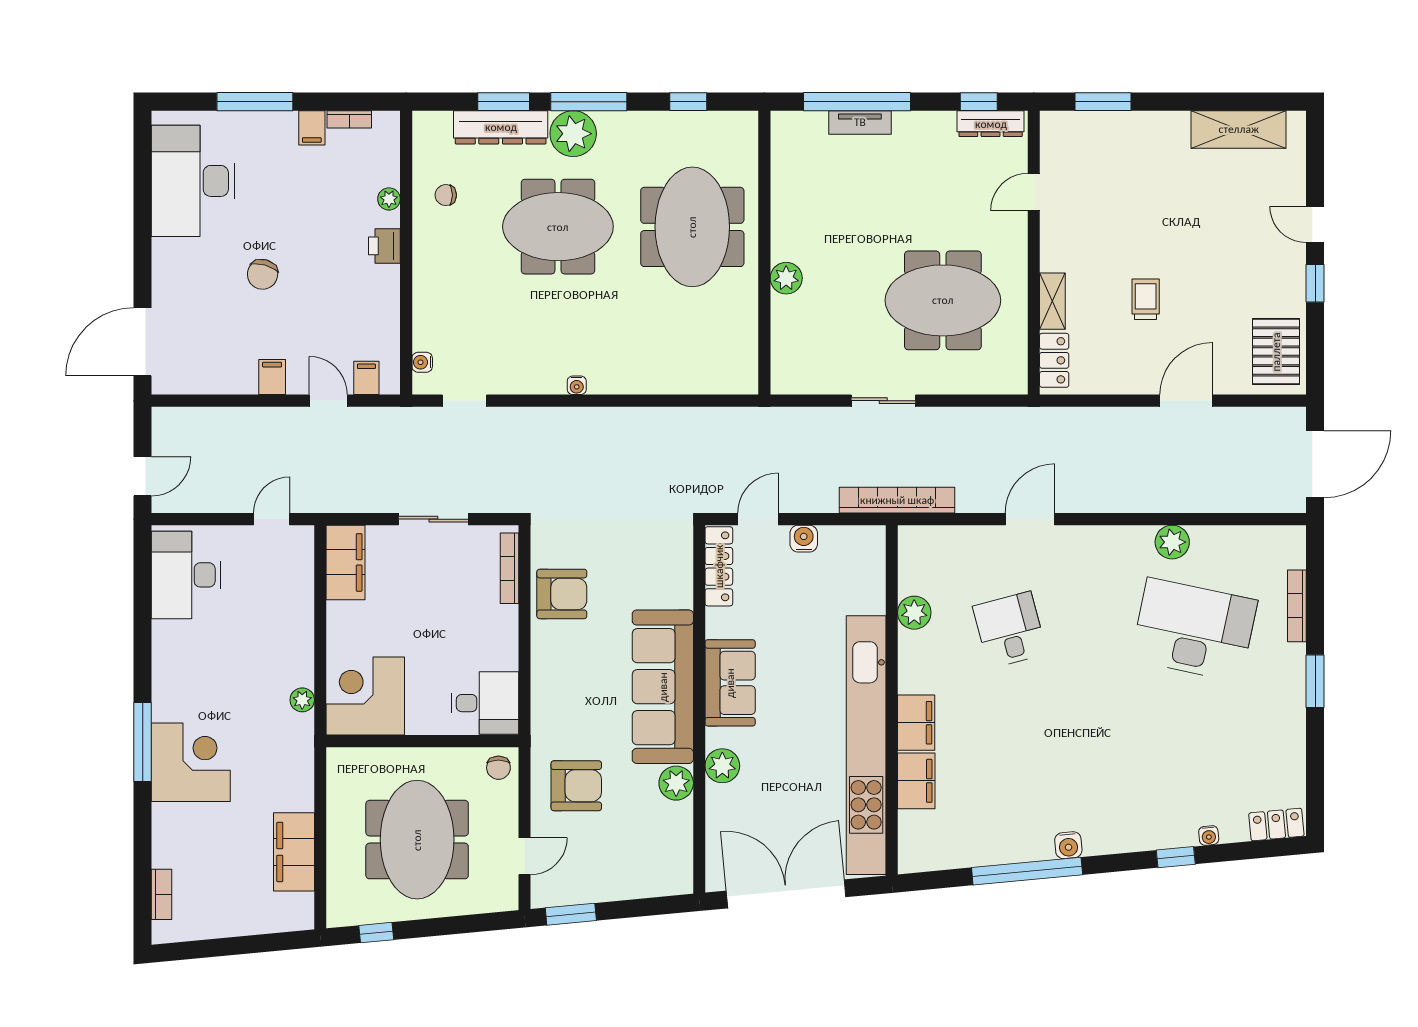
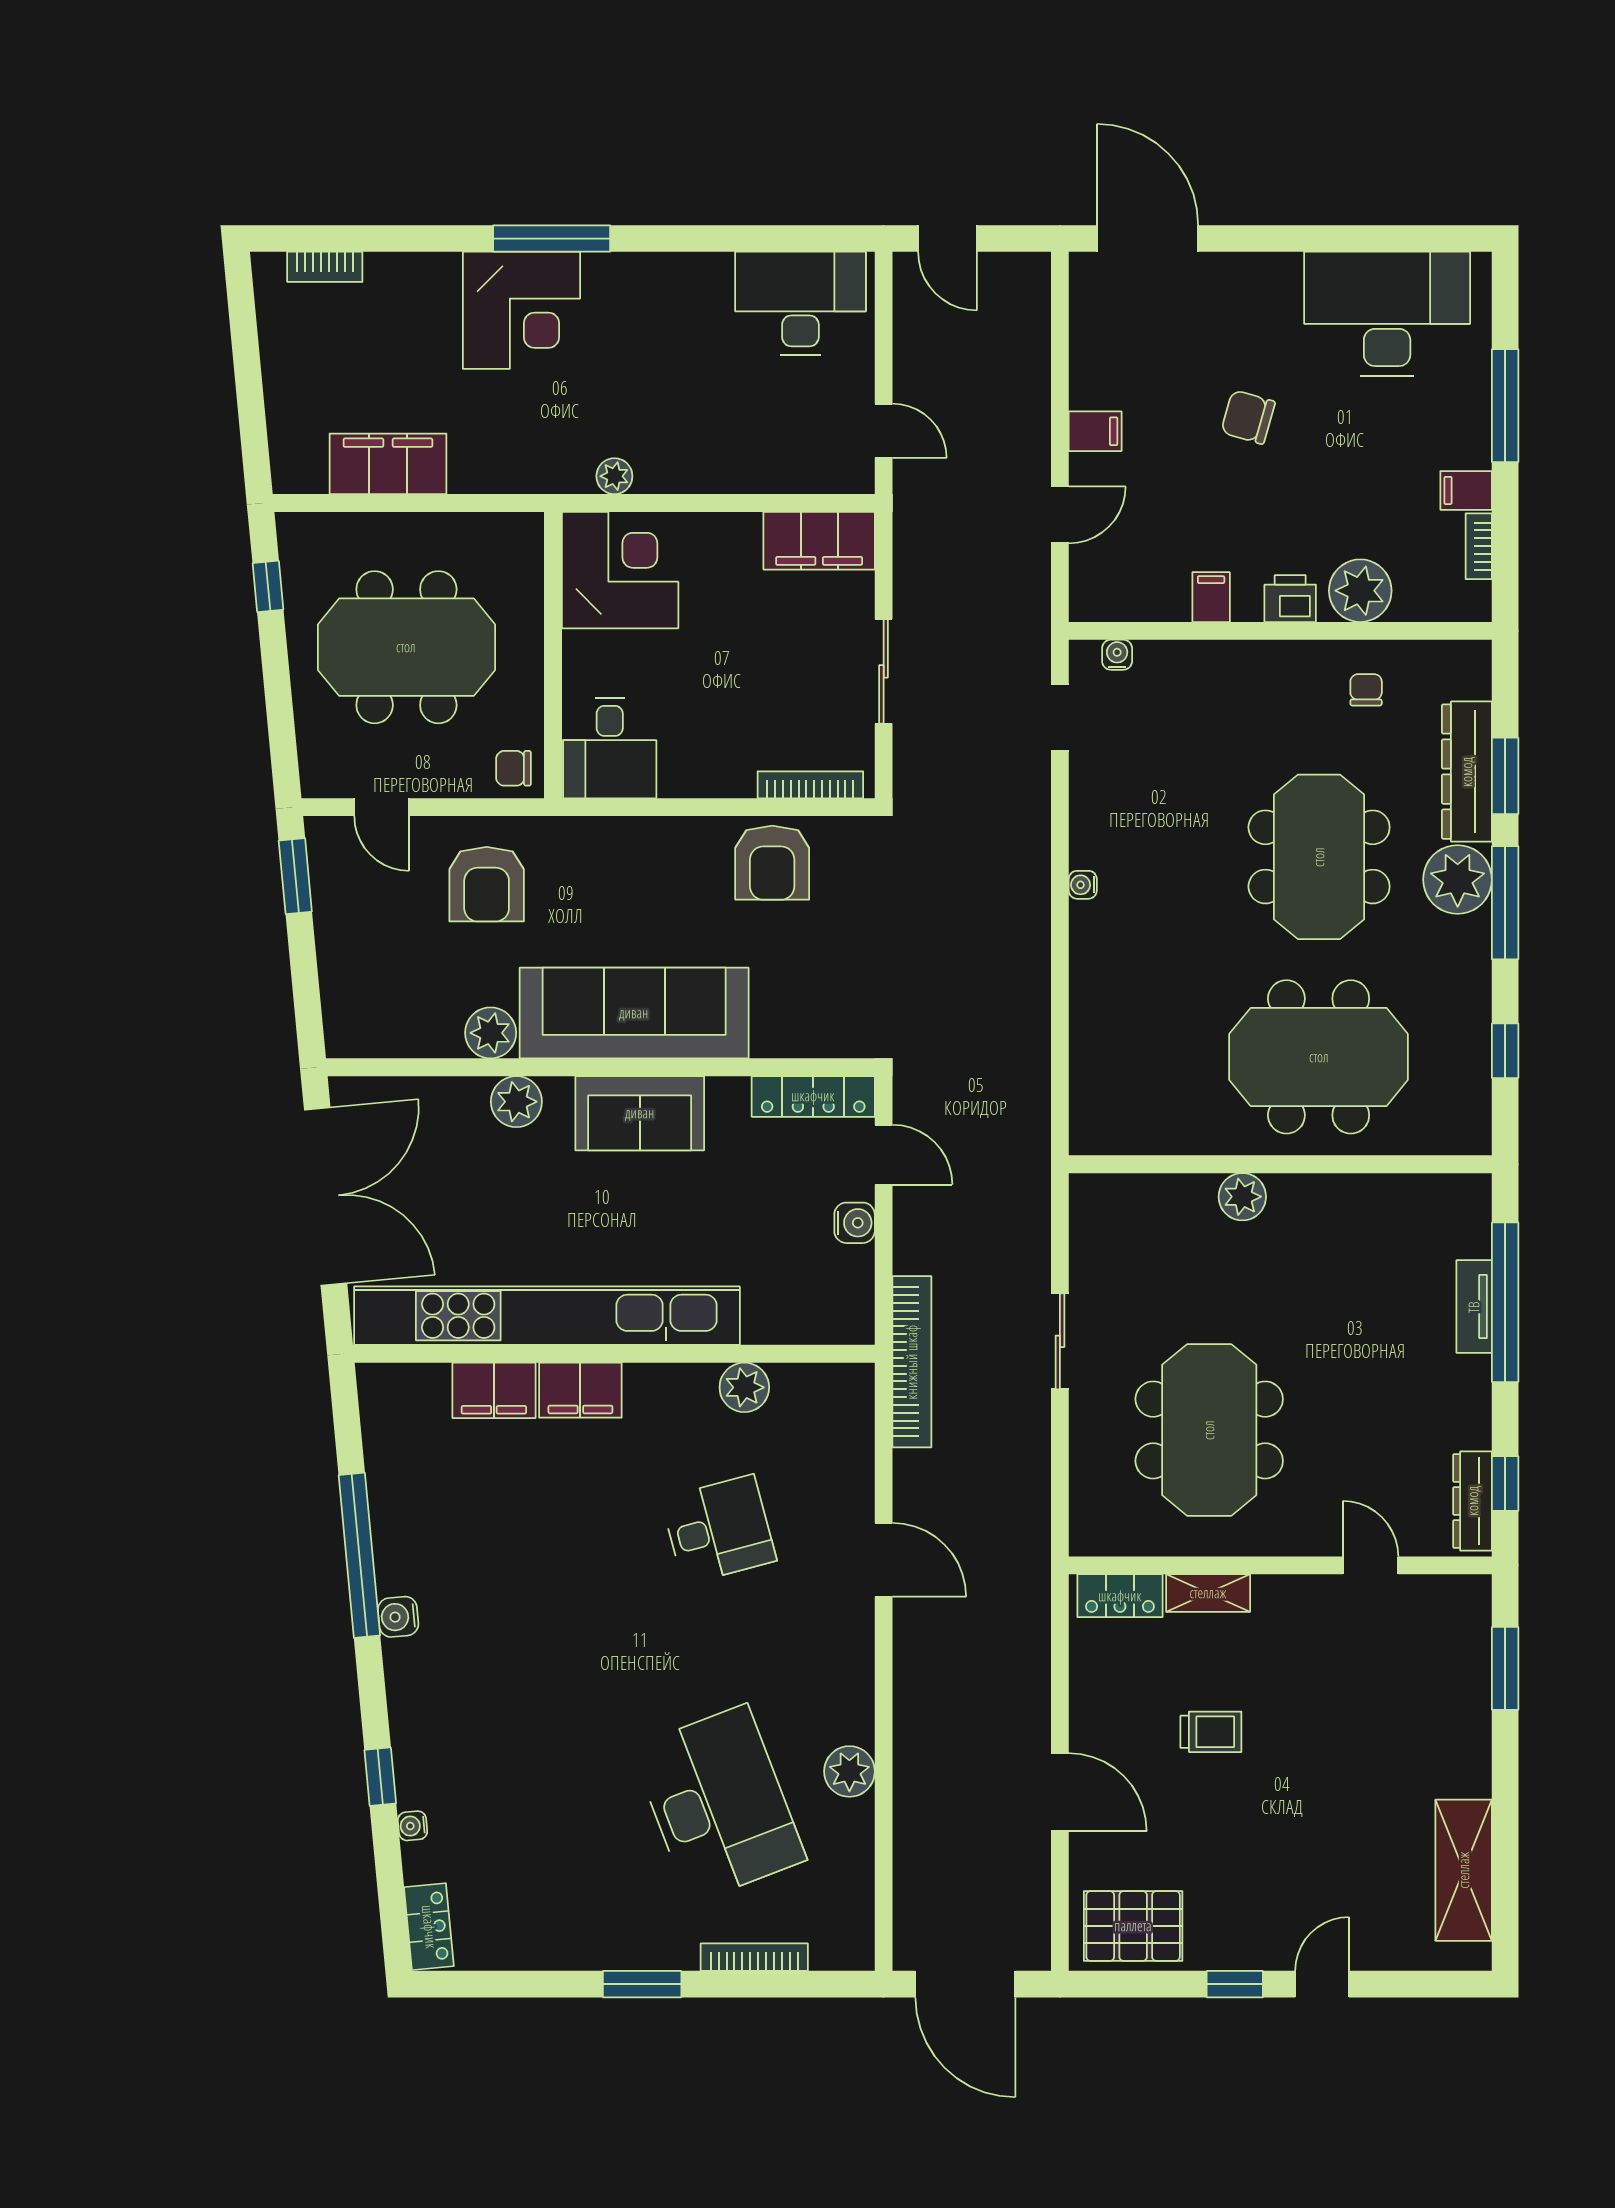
plant: (389, 199) -> (1360, 591), width x1.87, depth x1.87
filing cabinet: (366, 378) -> (1211, 597), moved, turned -90
desk: (1194, 630) -> (719, 1804), turned -33

